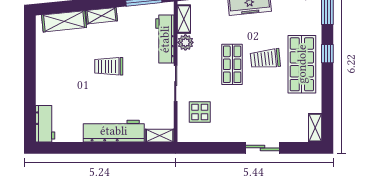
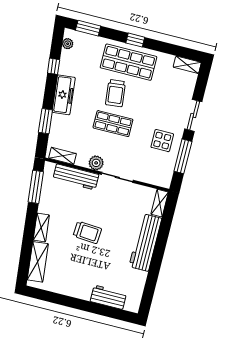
plant: (185, 42) -> (96, 163), moved
window: (327, 54) -> (135, 40), moved
trolley: (109, 66) -> (87, 232), turned -86
display table: (200, 112) -> (162, 141), moved
workbench: (45, 124) -> (108, 297), moved
window: (216, 148) -> (183, 156), added

